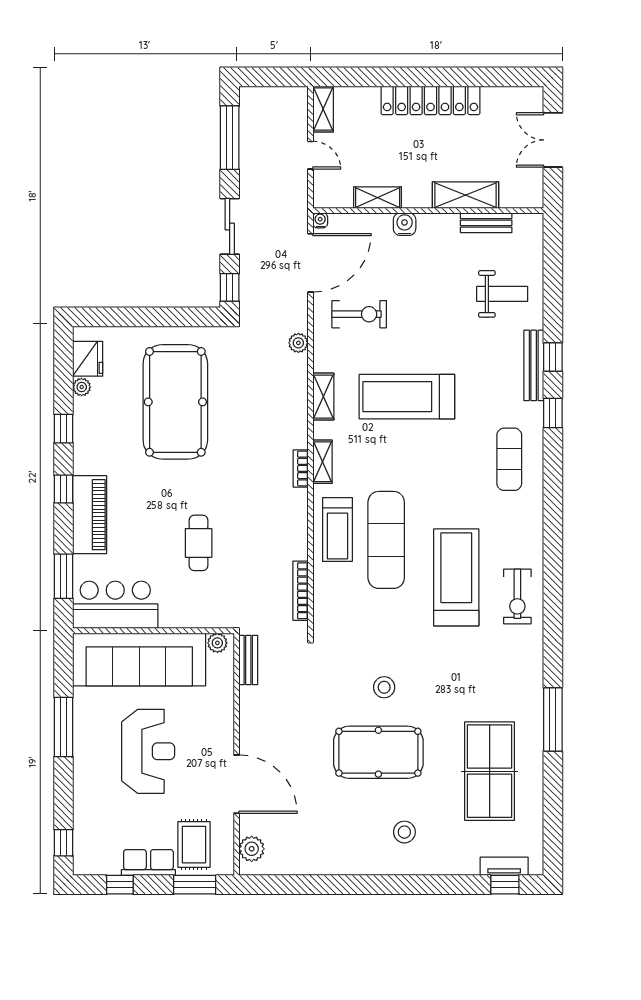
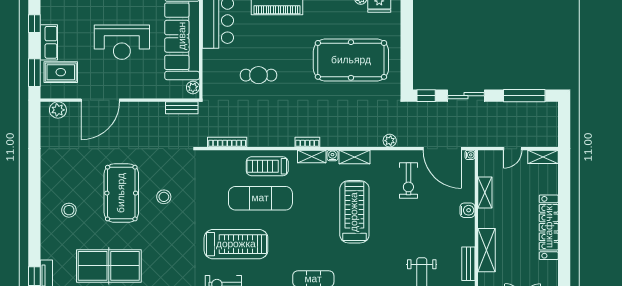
water cooler: (321, 430) -> (332, 156), added

